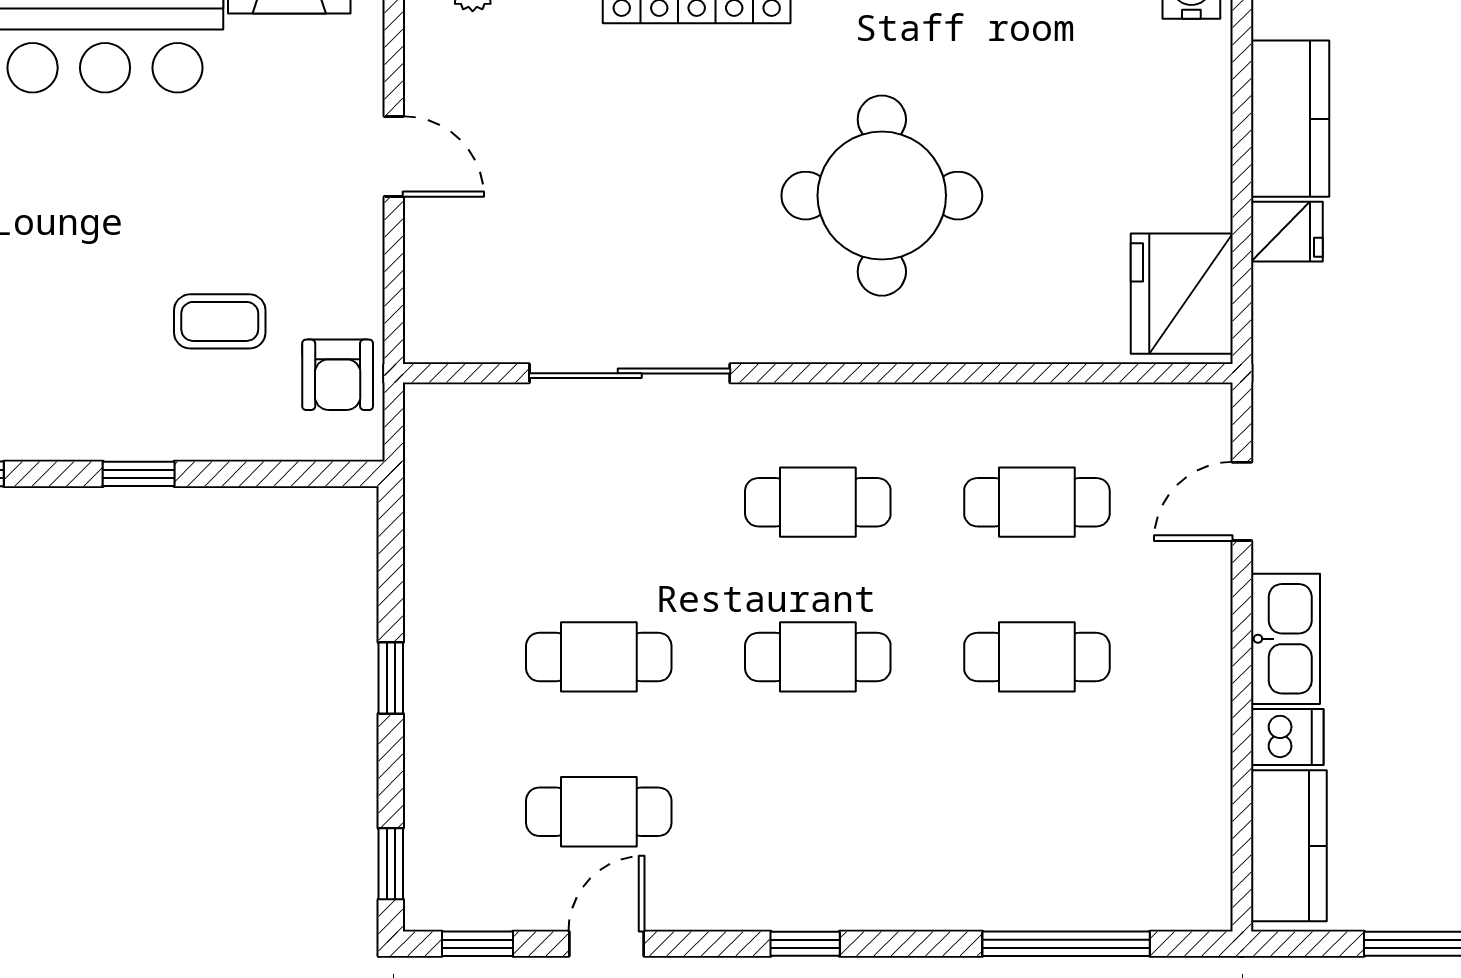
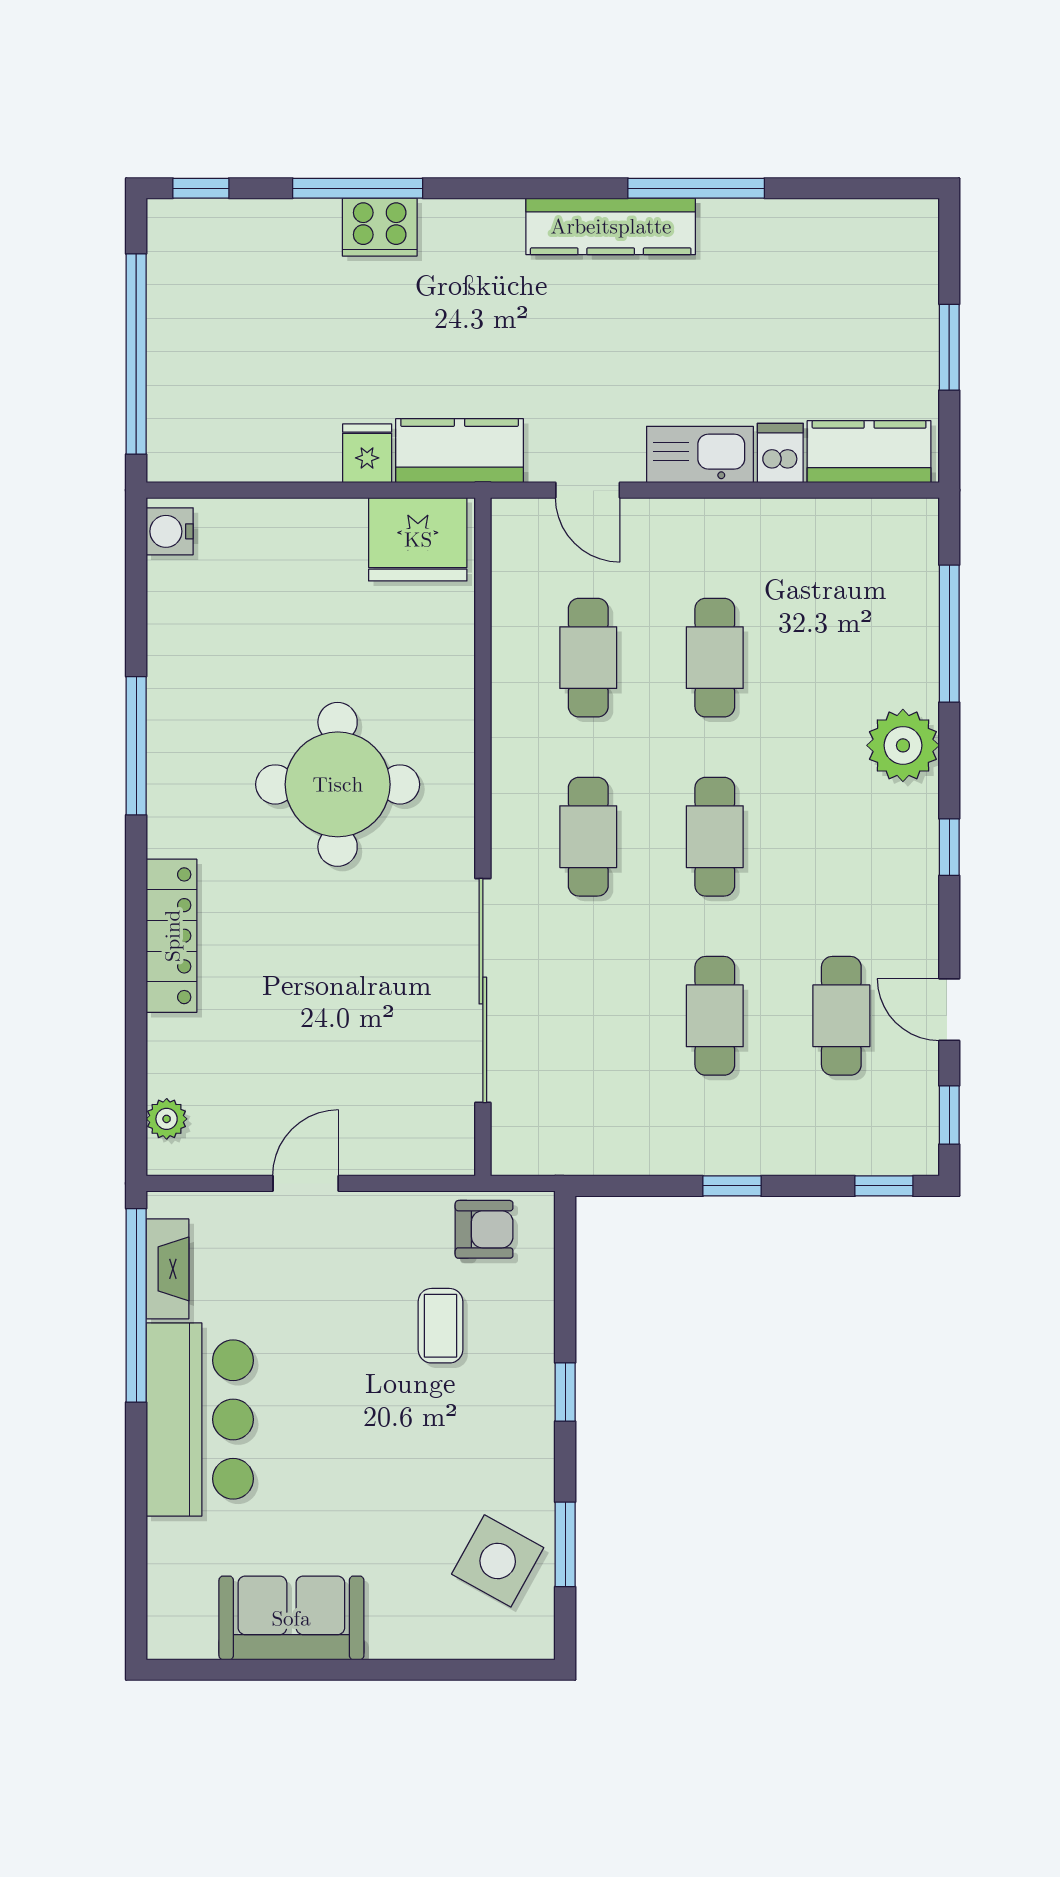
kitchen counter: (1290, 119) -> (460, 451), moved
sliding door: (630, 373) -> (483, 991), width x1.36
plant: (930, 887) -> (903, 745), added

